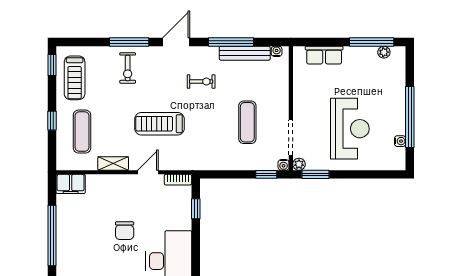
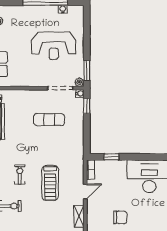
exercise bike: (201, 82) -> (20, 175), moved
reception desk: (350, 129) -> (54, 46), turned 180
door: (148, 172) -> (85, 191), swing flipped
chair: (125, 231) -> (120, 217), moved

